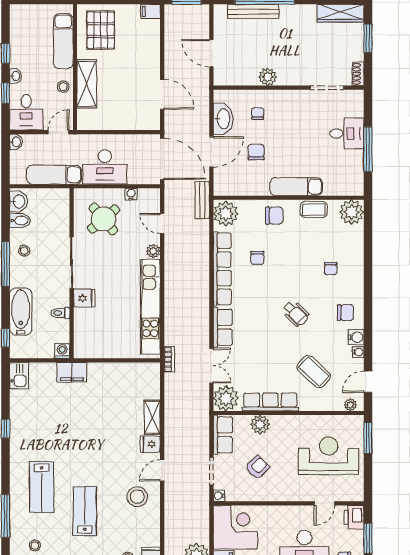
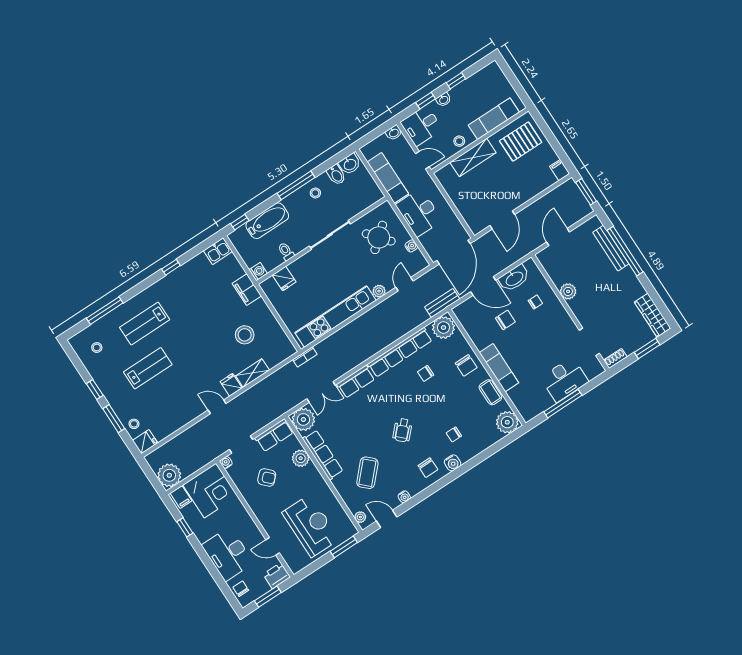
desk: (347, 133) -> (564, 380), width x1.37
fridge: (84, 298) -> (284, 279), moved
water cooler: (356, 337) -> (453, 463), moved
stool: (137, 497) -> (245, 335), moved

